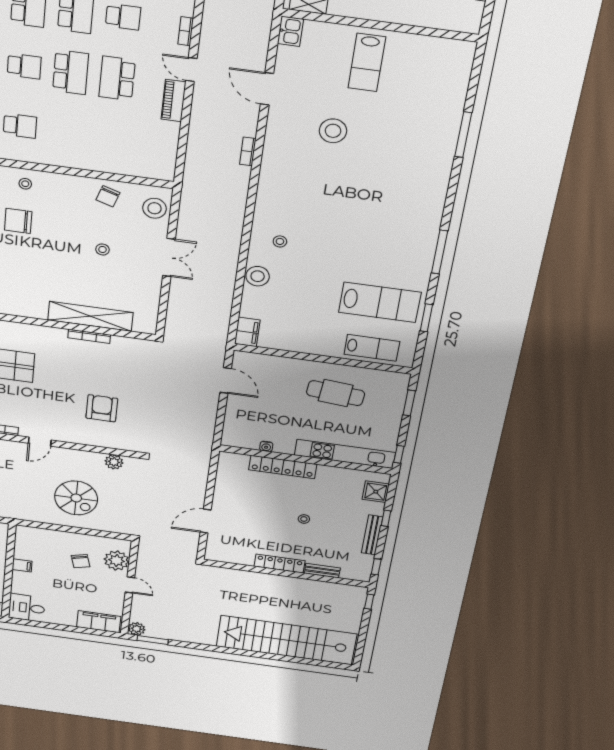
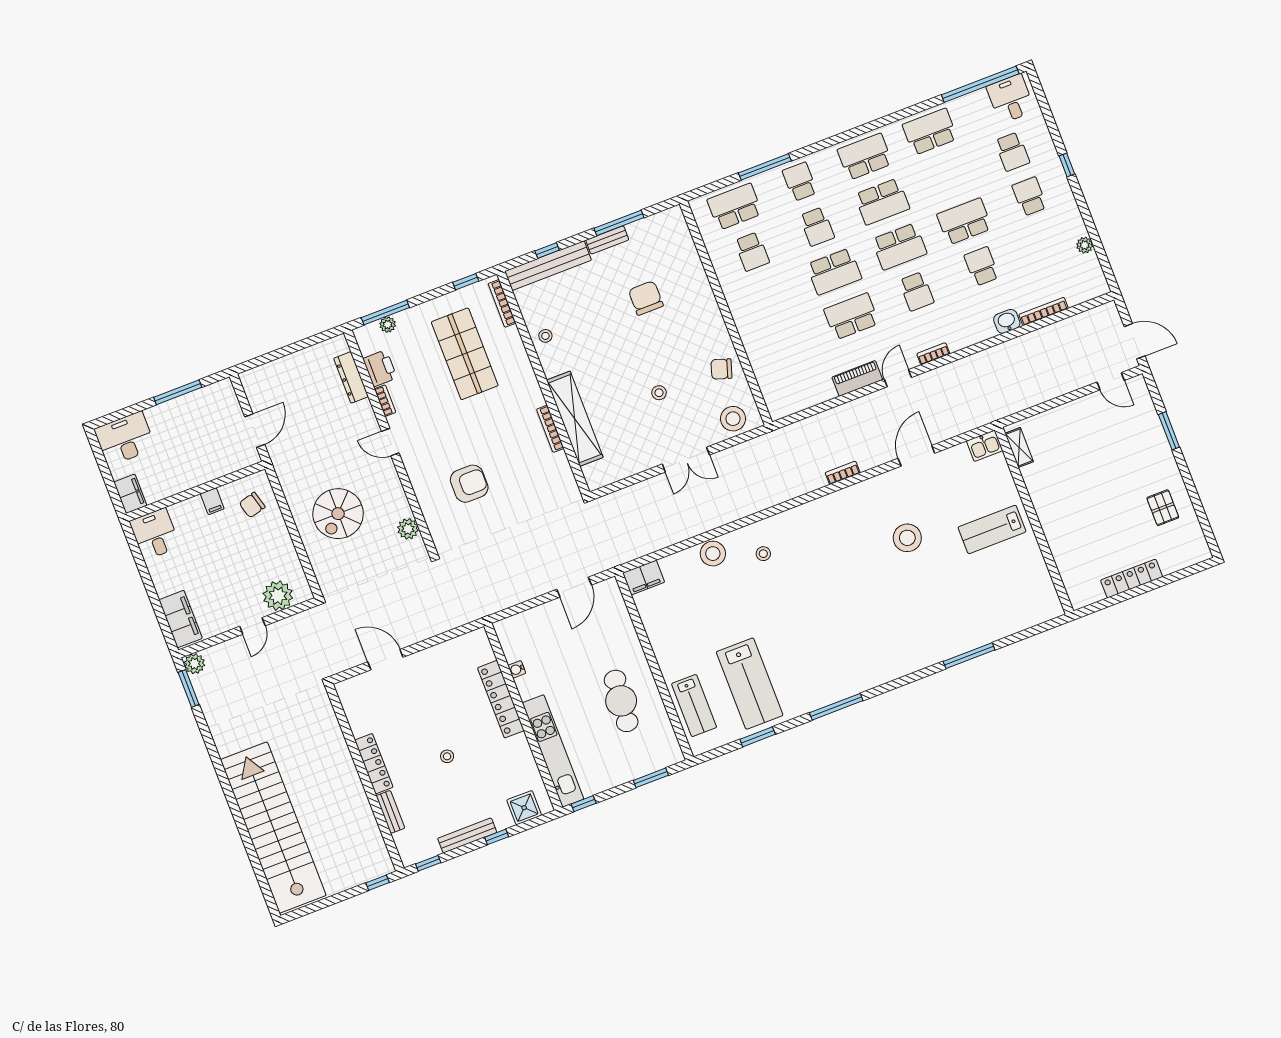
stool: (25, 184) -> (545, 336), moved
chair: (81, 561) -> (252, 505), moved

